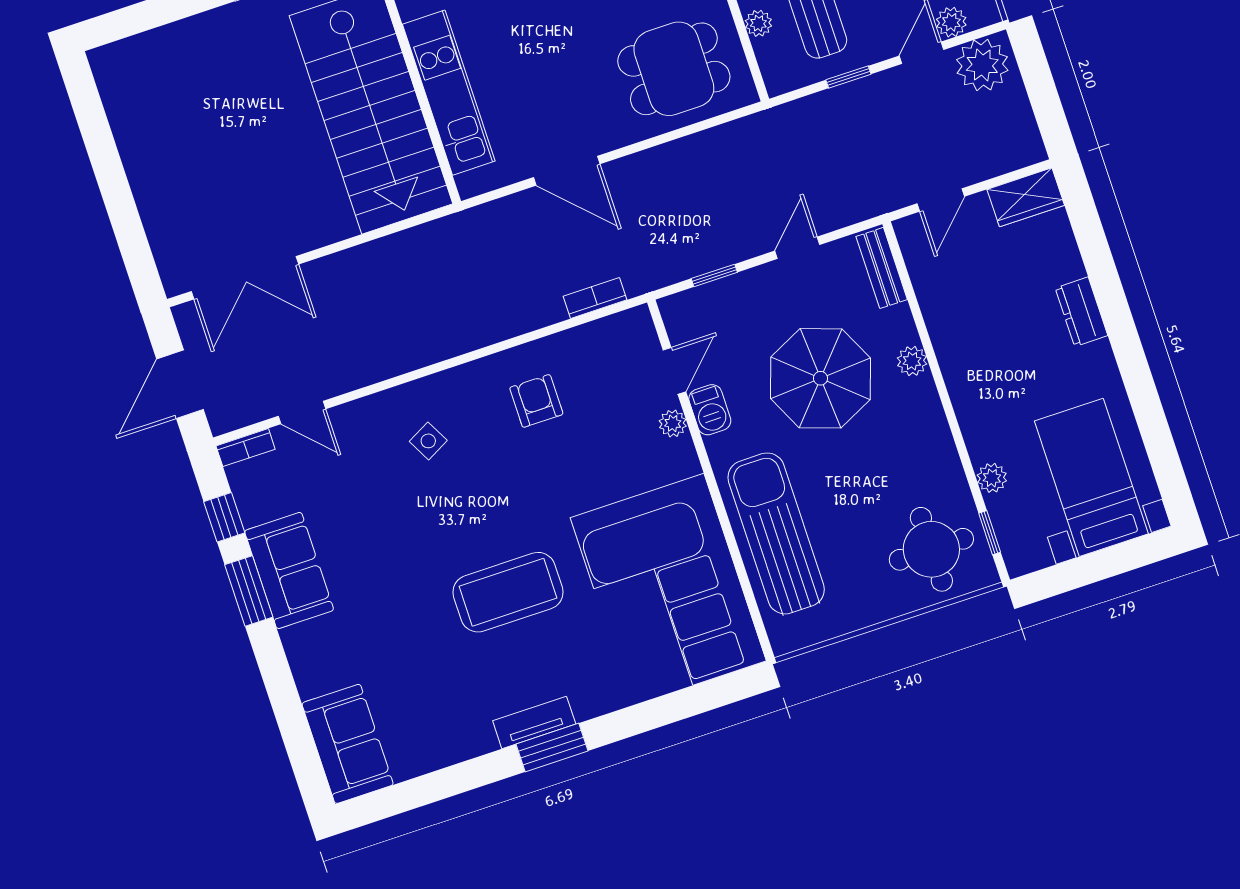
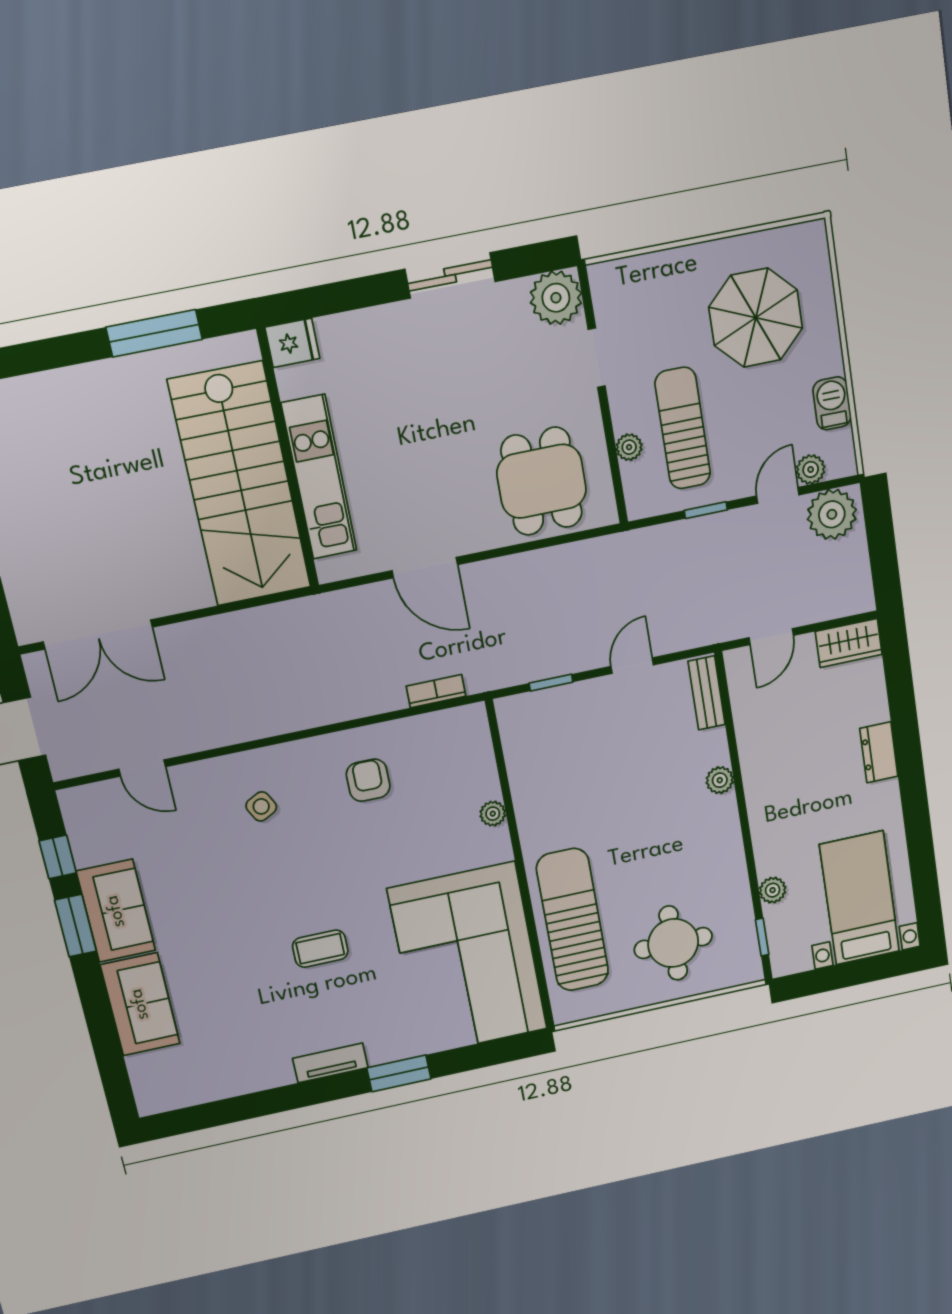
dining table: (674, 69) -> (542, 481), turned 90
door: (674, 371) -> (501, 766), removed
parasol: (820, 378) -> (634, 787), removed
barbecue: (710, 410) -> (529, 805), removed
bookcase: (246, 448) -> (84, 795), removed
round table: (931, 549) -> (673, 943), moved
coffee table: (508, 592) -> (320, 949), width x0.54, depth x0.58
sofa: (348, 744) -> (140, 1004), moved
window: (552, 748) -> (399, 1073), moved

